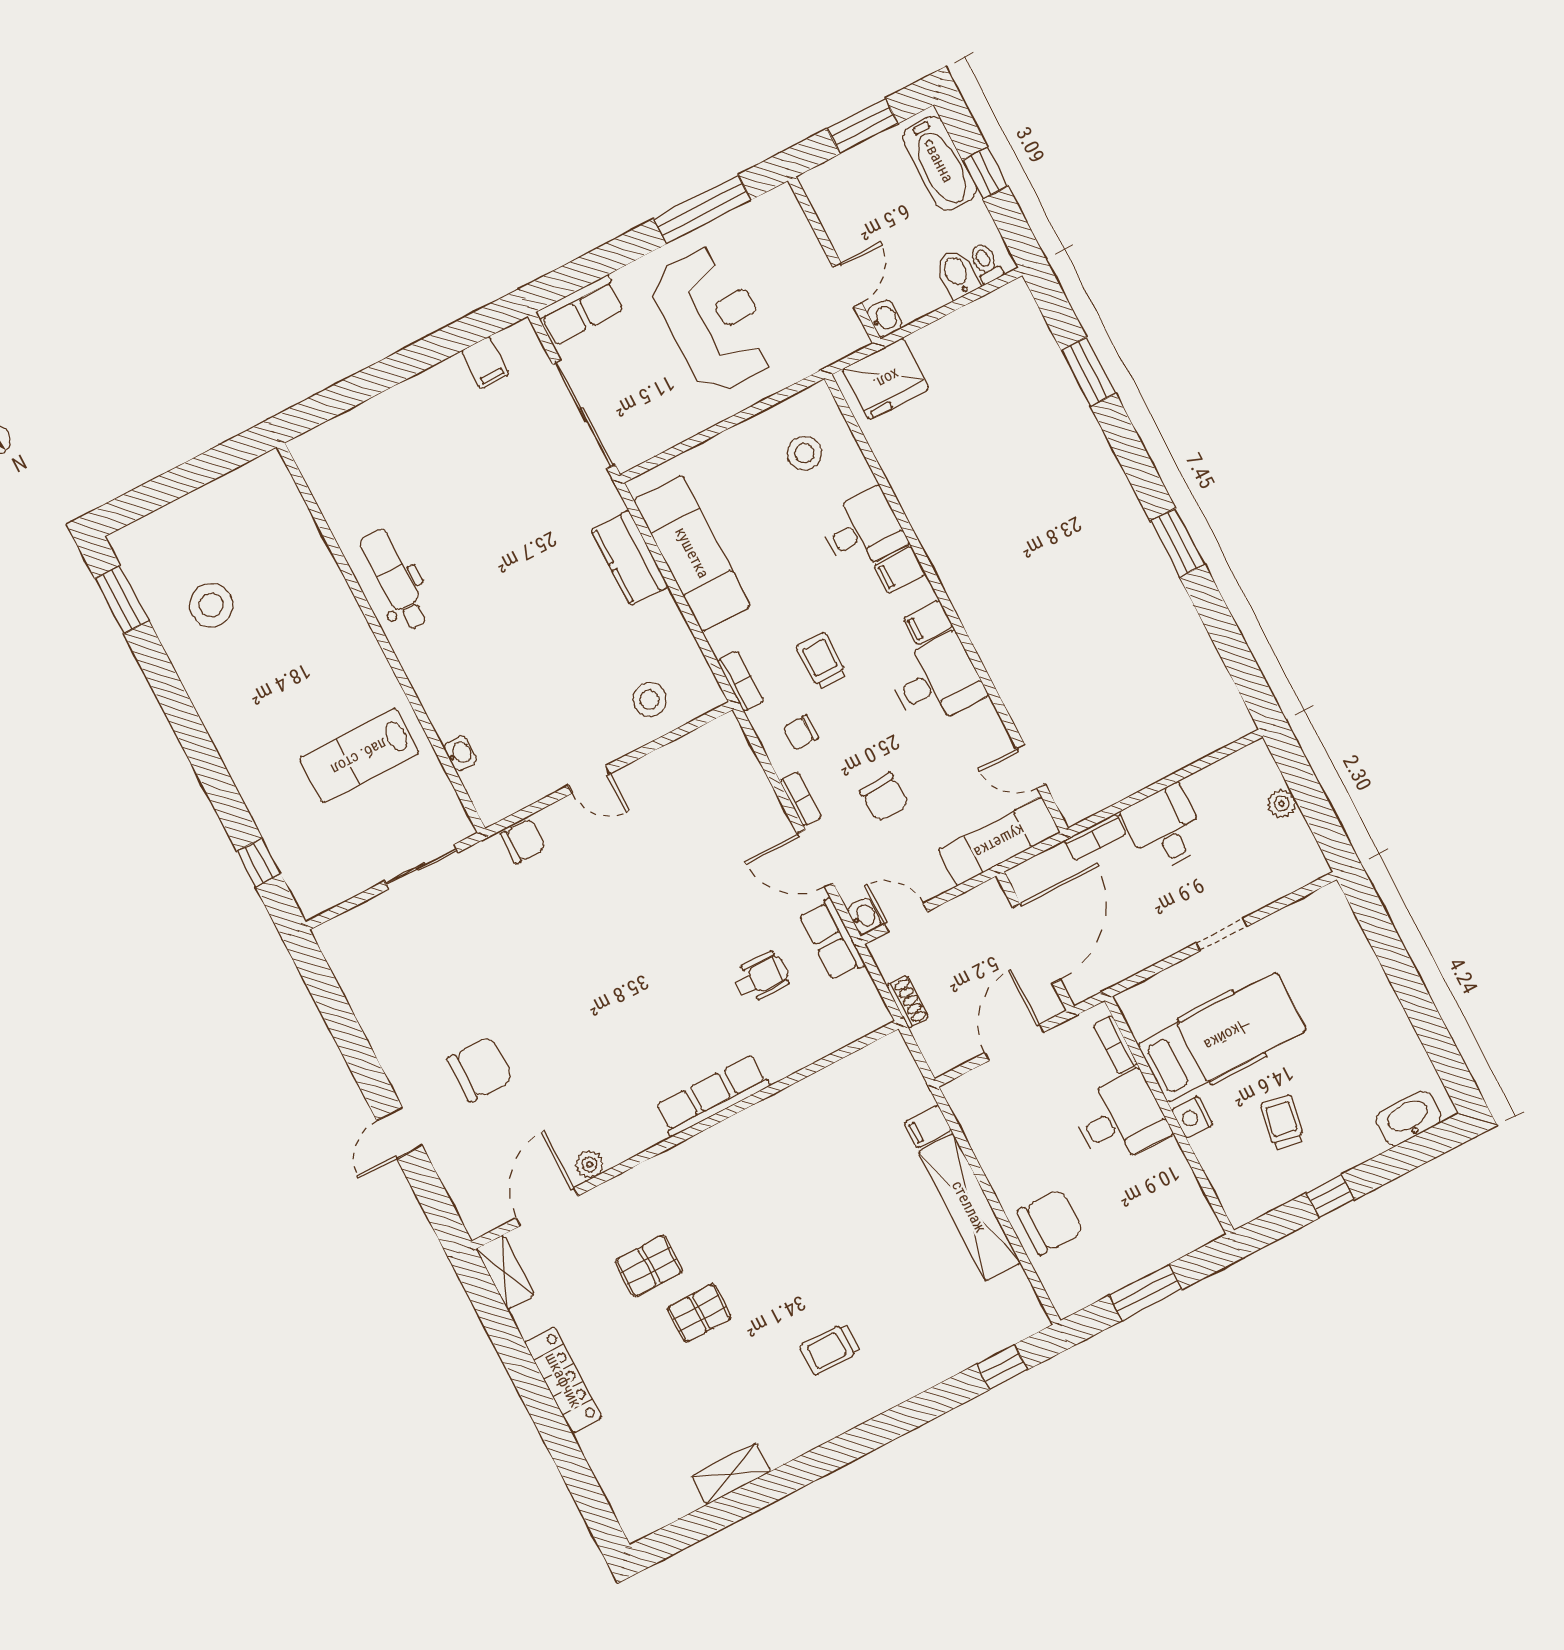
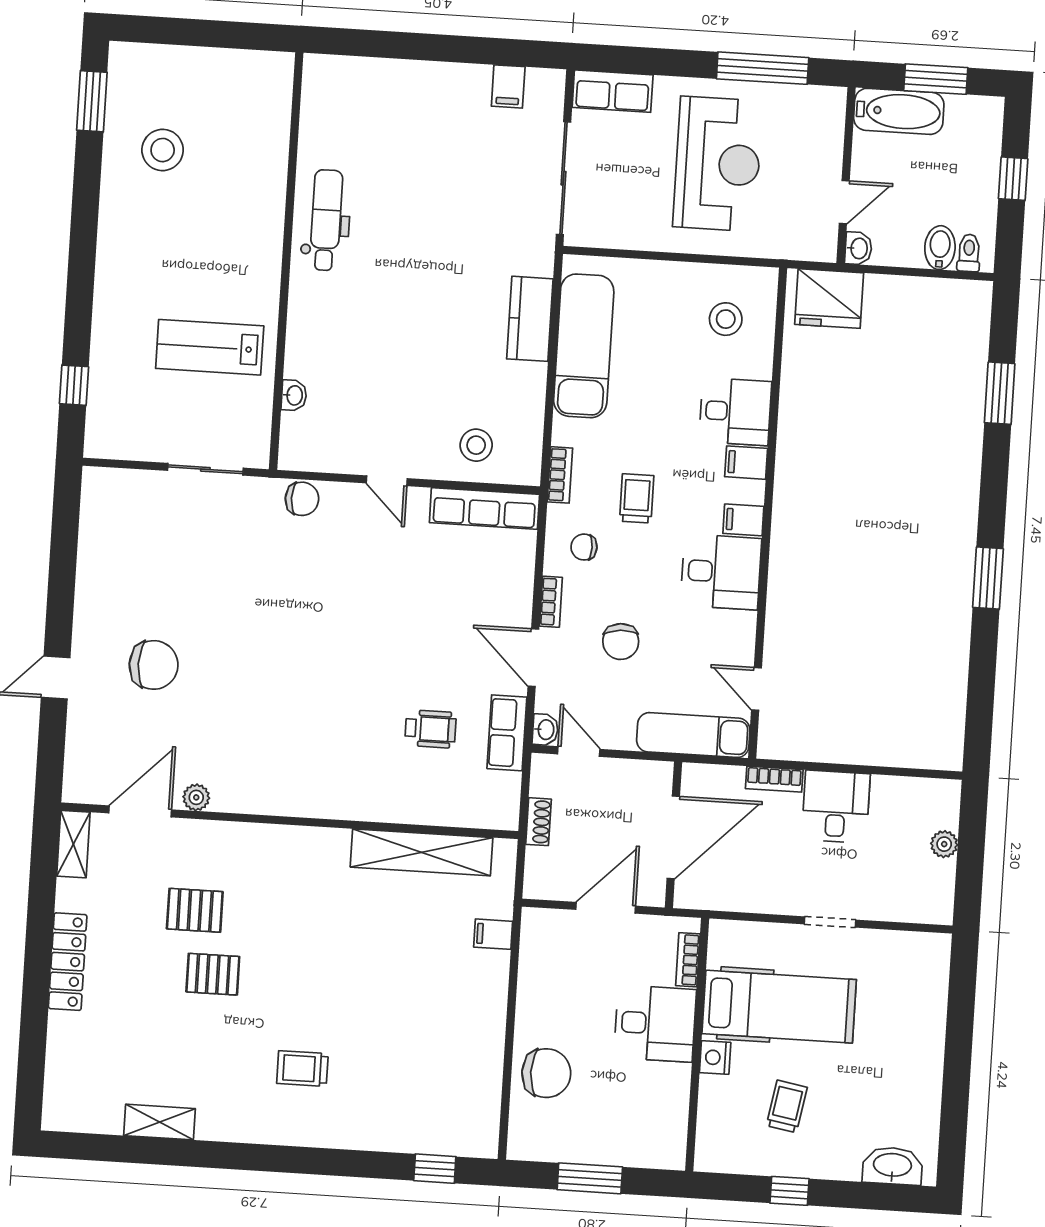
bathtub: (940, 164) -> (899, 111), moved, turned -90
row of seats: (712, 1096) -> (484, 508), moved, turned 180
shelving: (969, 1207) -> (421, 852), moved, turned 90

